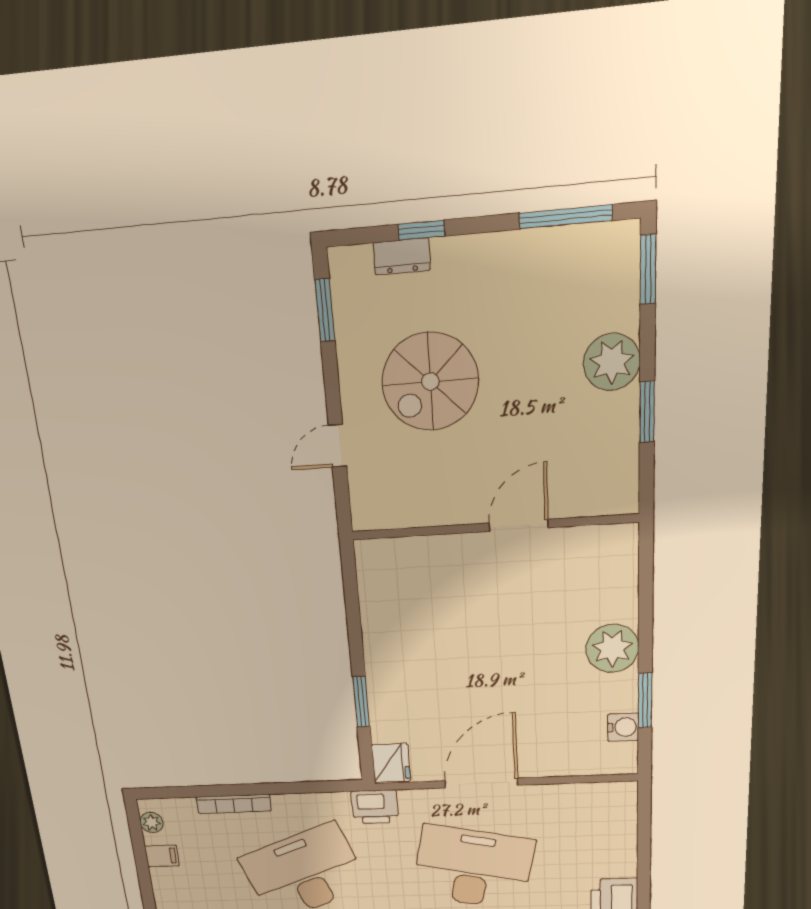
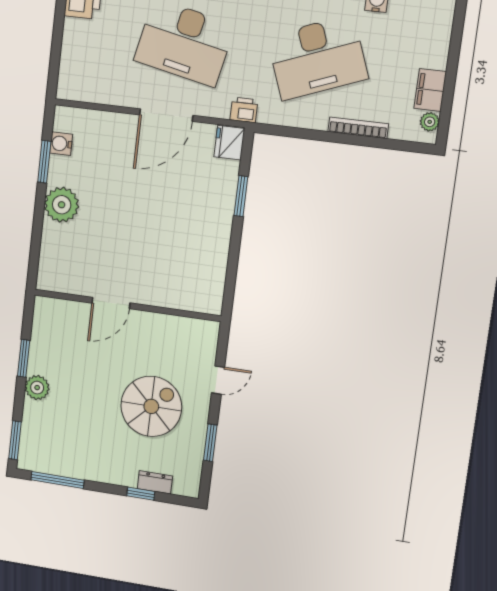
window: (325, 310) -> (210, 443), moved
plant: (612, 362) -> (37, 388), width x0.73, depth x0.73
printer: (375, 807) -> (244, 110), width x0.73, depth x0.81
filing cabinet: (162, 856) -> (430, 90), width x2.00

